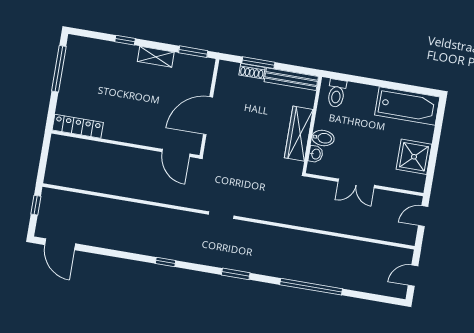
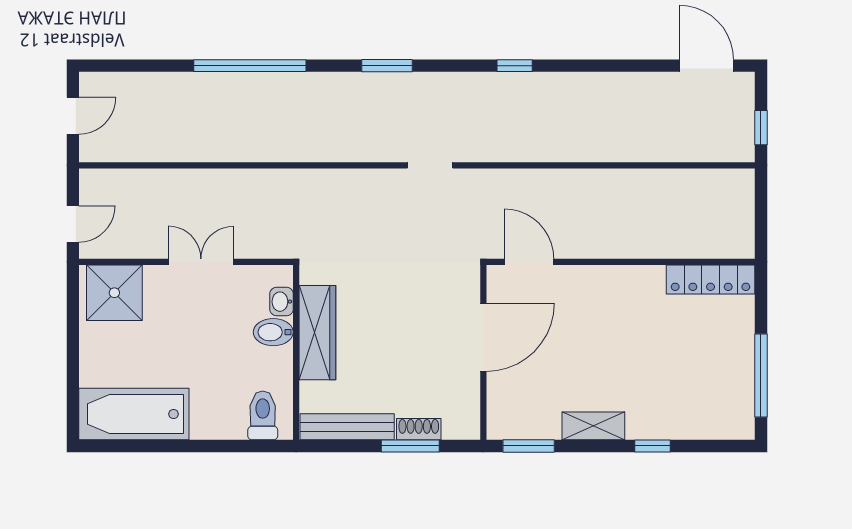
shower: (414, 157) -> (114, 293), moved

